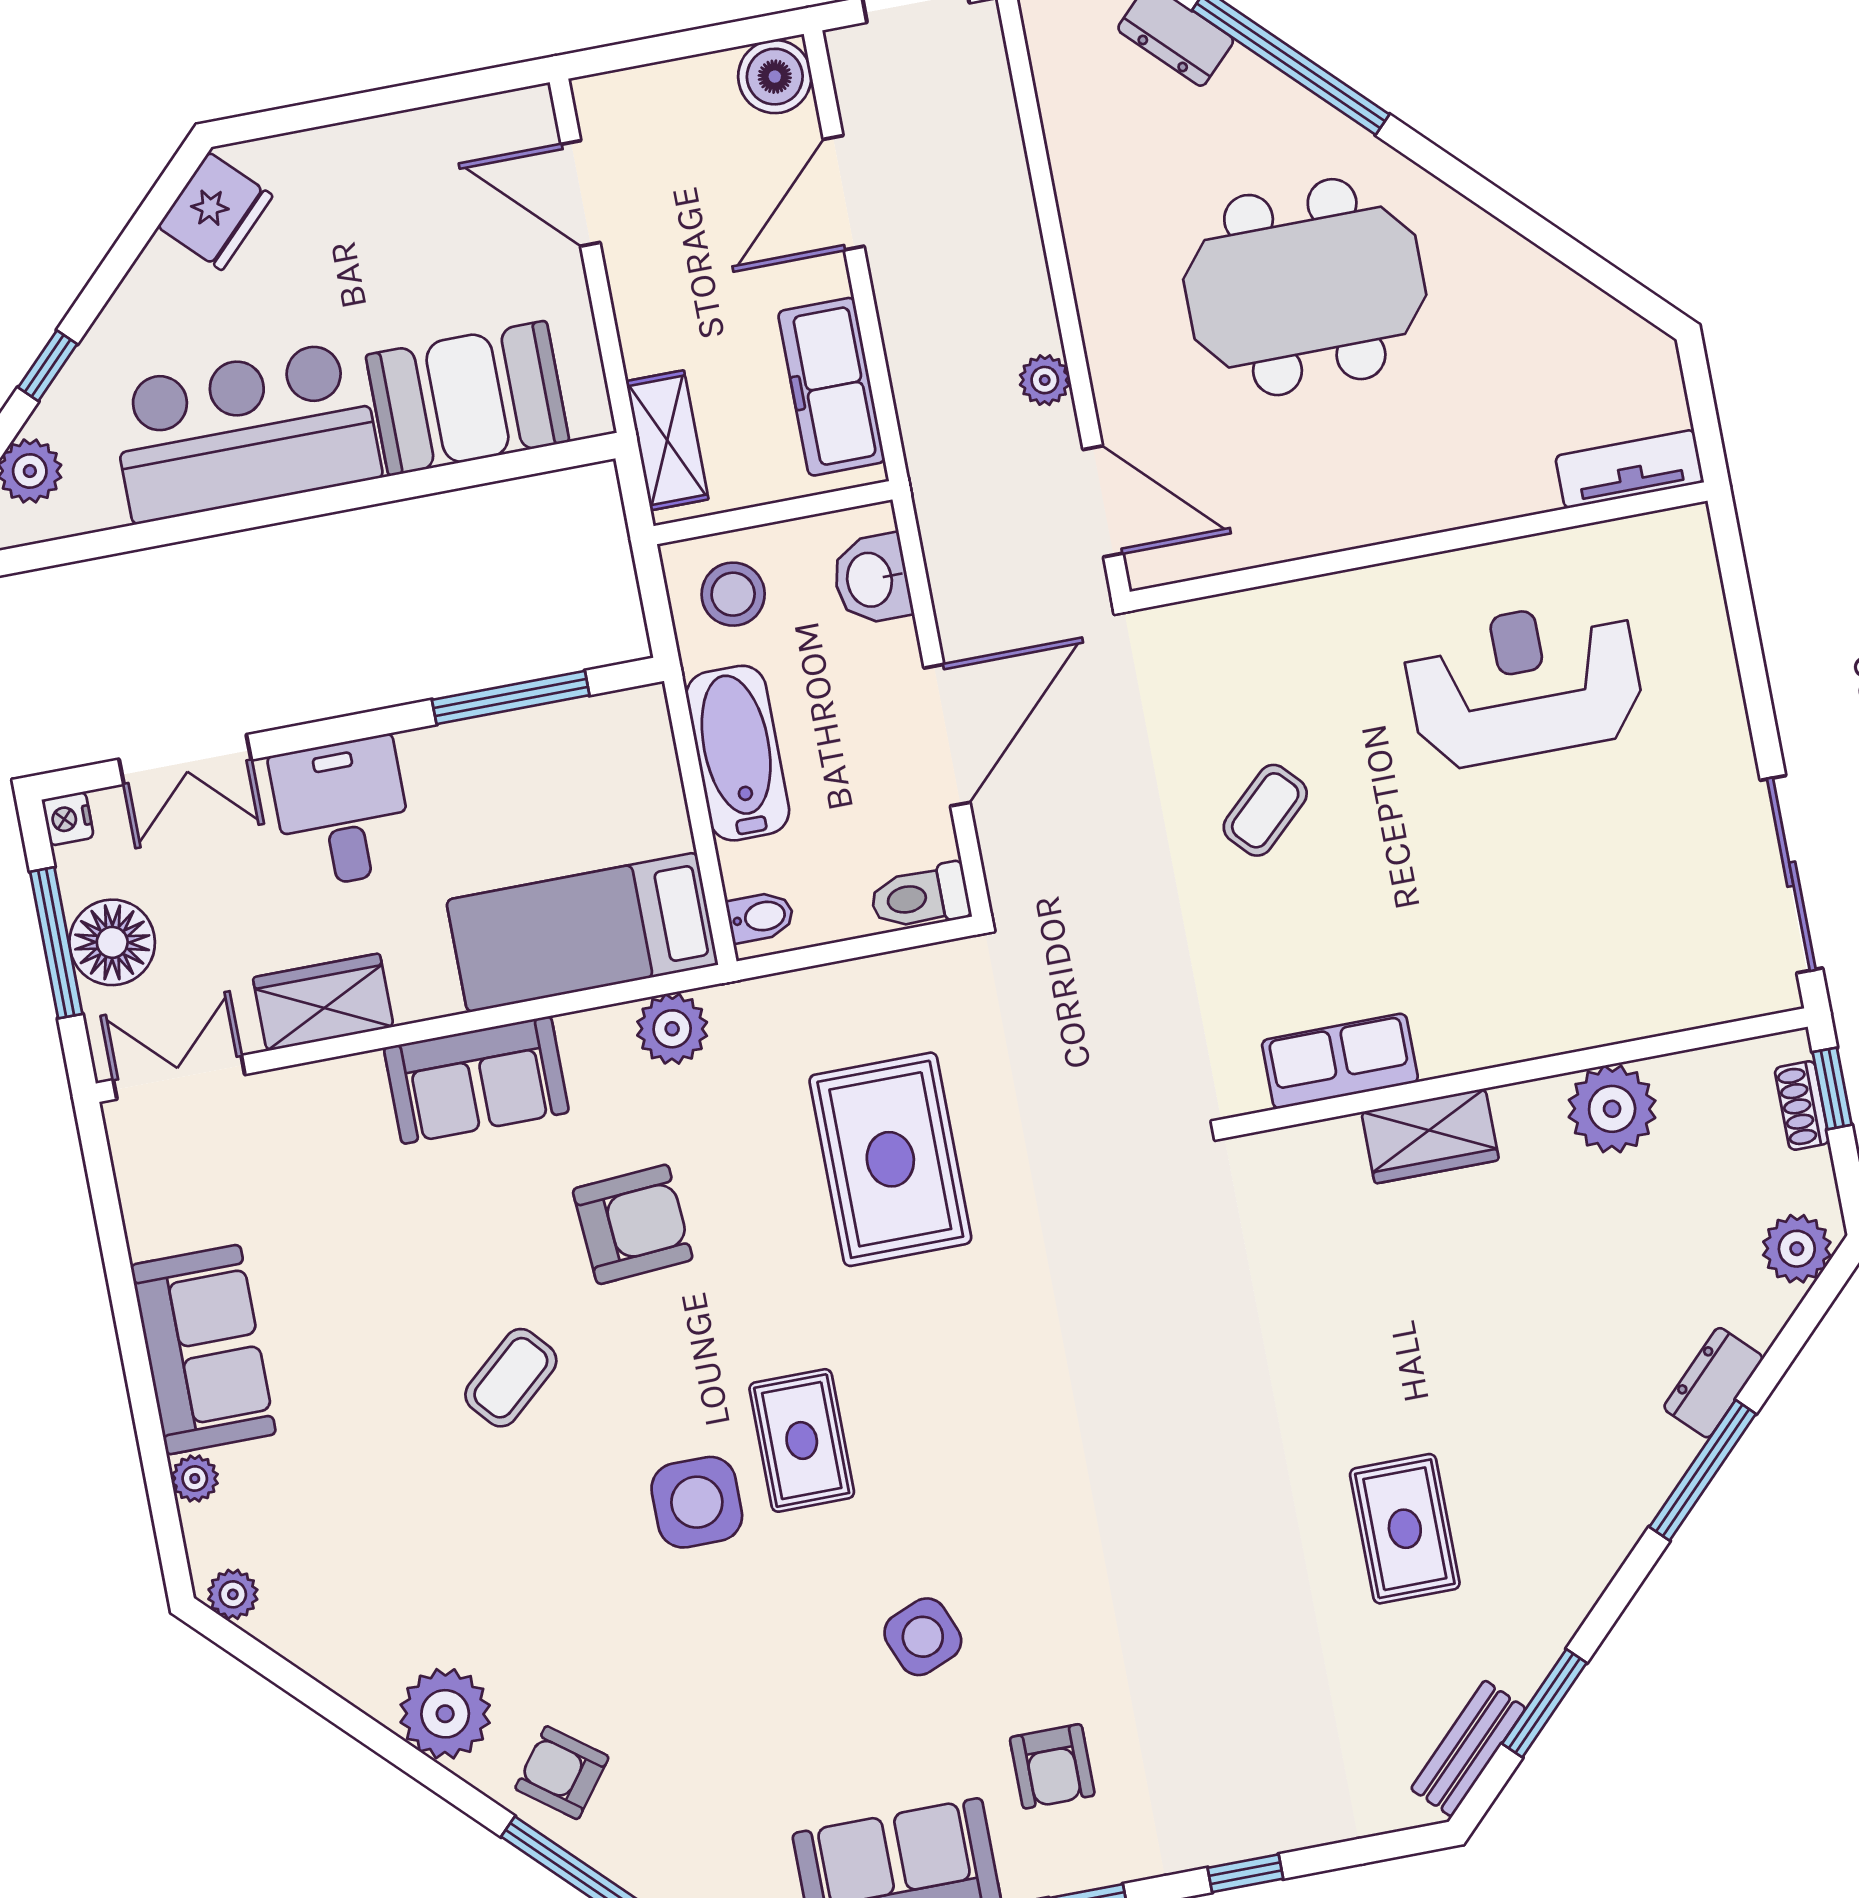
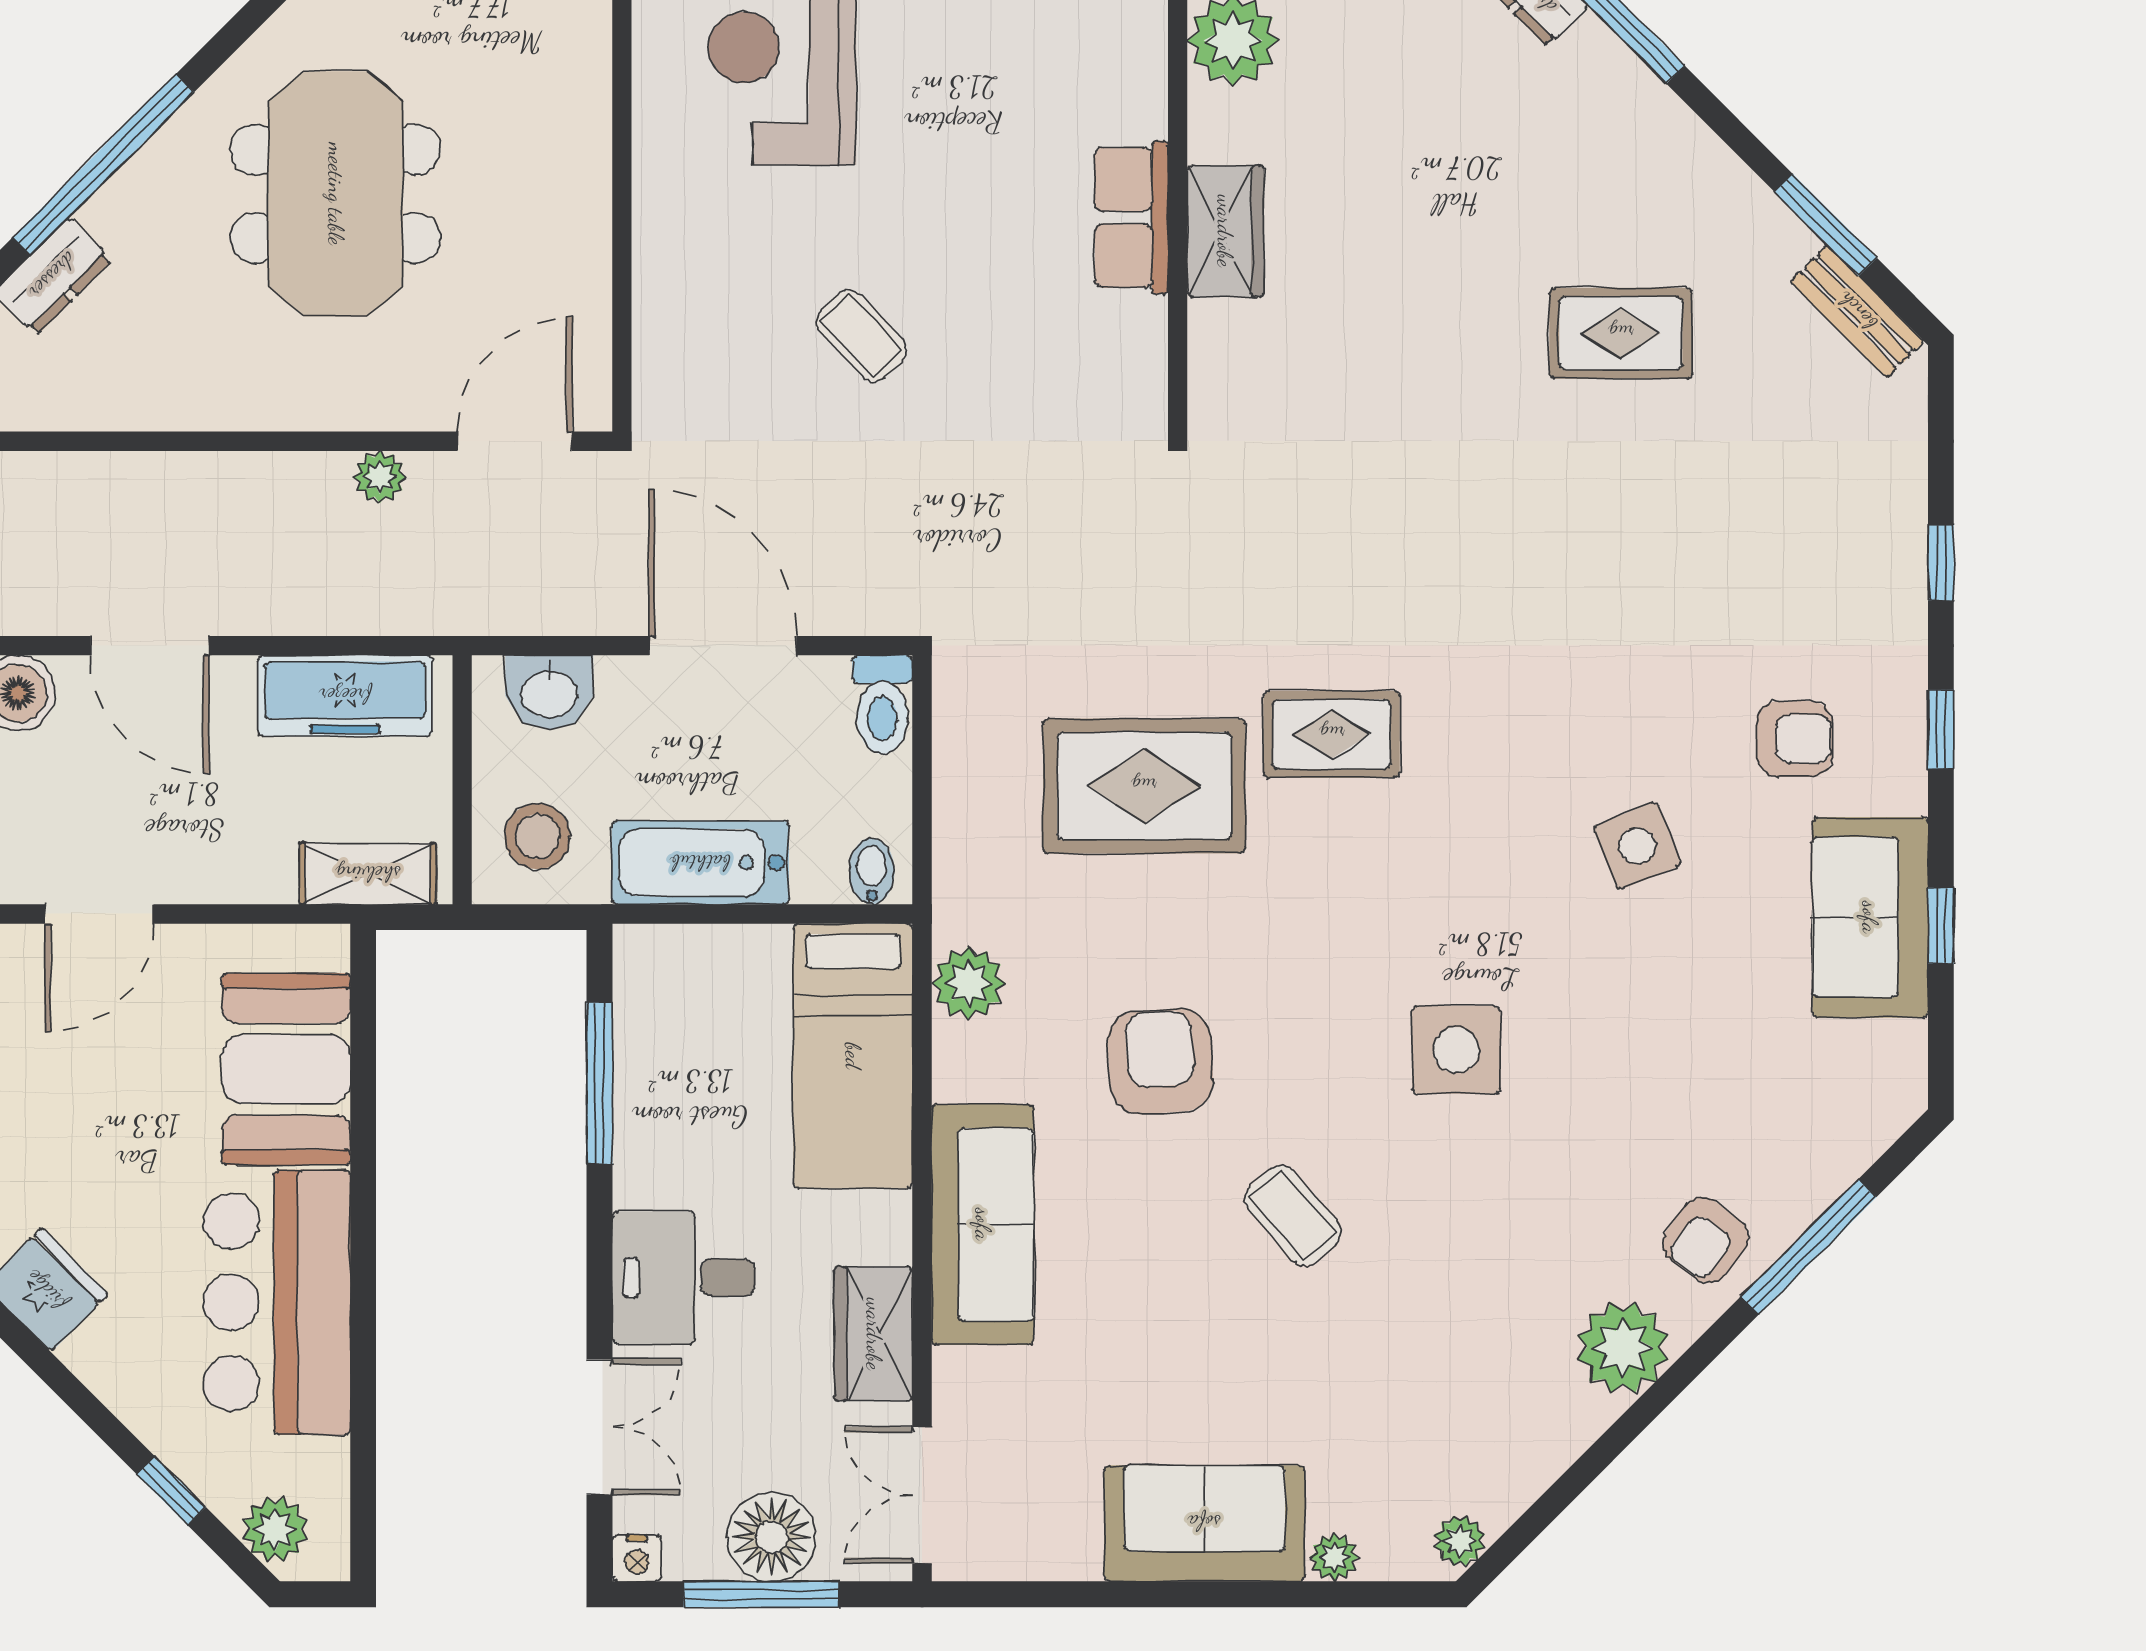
row of seats: (1340, 1061) -> (1131, 217), moved
sofa: (476, 1080) -> (983, 1224), width x1.36
rug: (802, 1440) -> (1332, 734), moved

